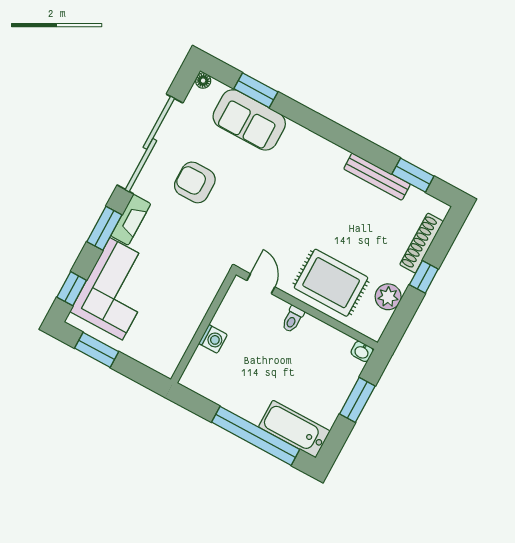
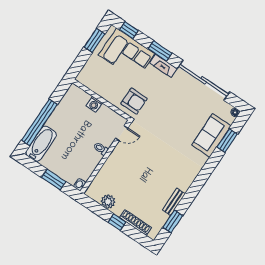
bench: (377, 177) -> (174, 202), width x0.73
armchair: (195, 182) -> (134, 101), moved, turned 90
rug: (331, 283) -> (119, 171), removed

